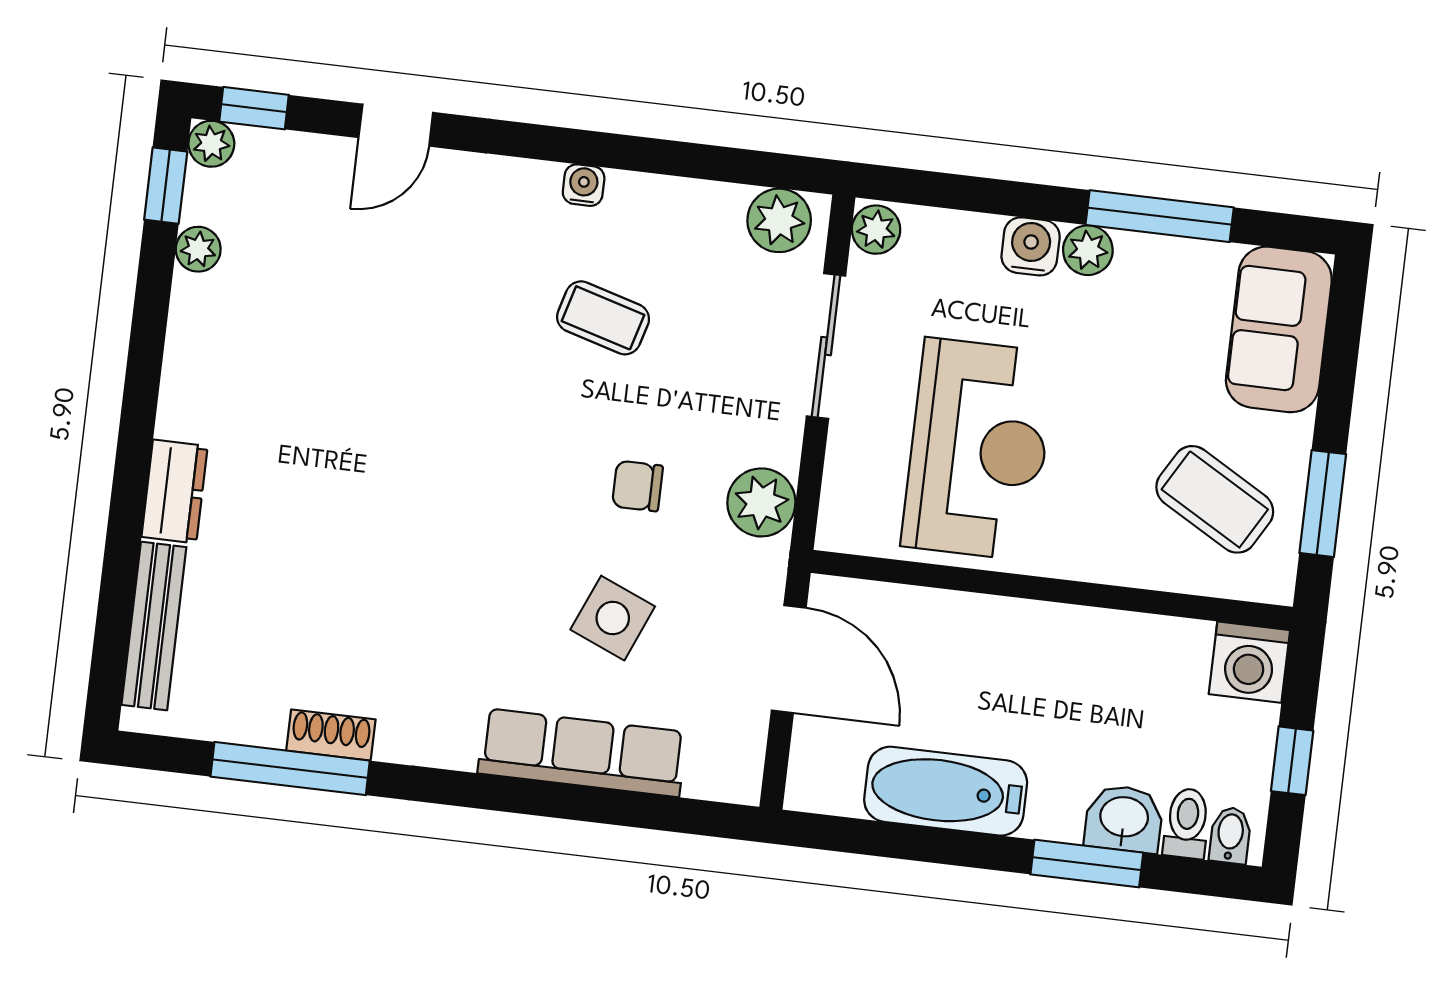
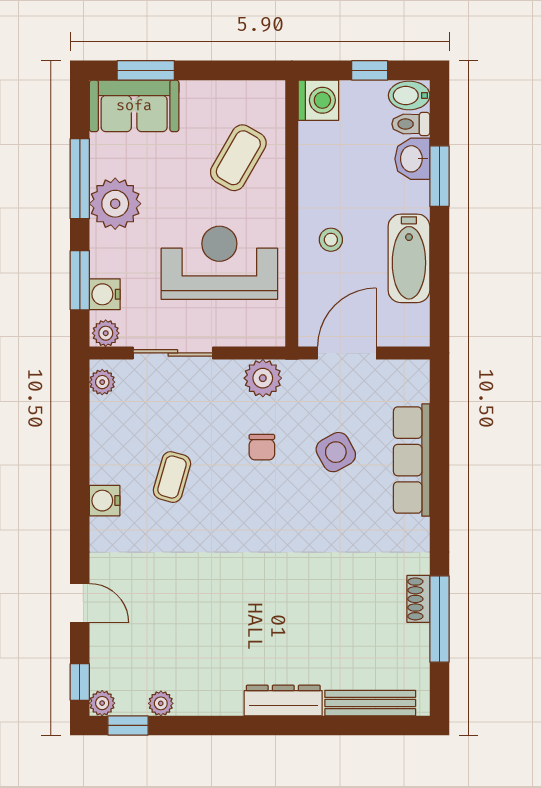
water cooler: (584, 185) -> (105, 501), width x1.38, depth x1.38
window: (977, 194) -> (80, 280), added
plant: (779, 220) -> (102, 382), width x0.73, depth x0.73
water cooler: (1031, 246) -> (105, 294), moved
plant: (1088, 250) -> (115, 204), width x1.87, depth x1.87
dresser: (175, 491) -> (283, 700), width x1.44
coffee table: (1215, 499) -> (238, 158), moved
window: (1323, 504) -> (146, 70), moved
side table: (613, 618) -> (336, 452), turned 38
stool: (996, 655) -> (331, 240), added
bidet: (1230, 835) -> (409, 95), width x1.38, depth x1.36

